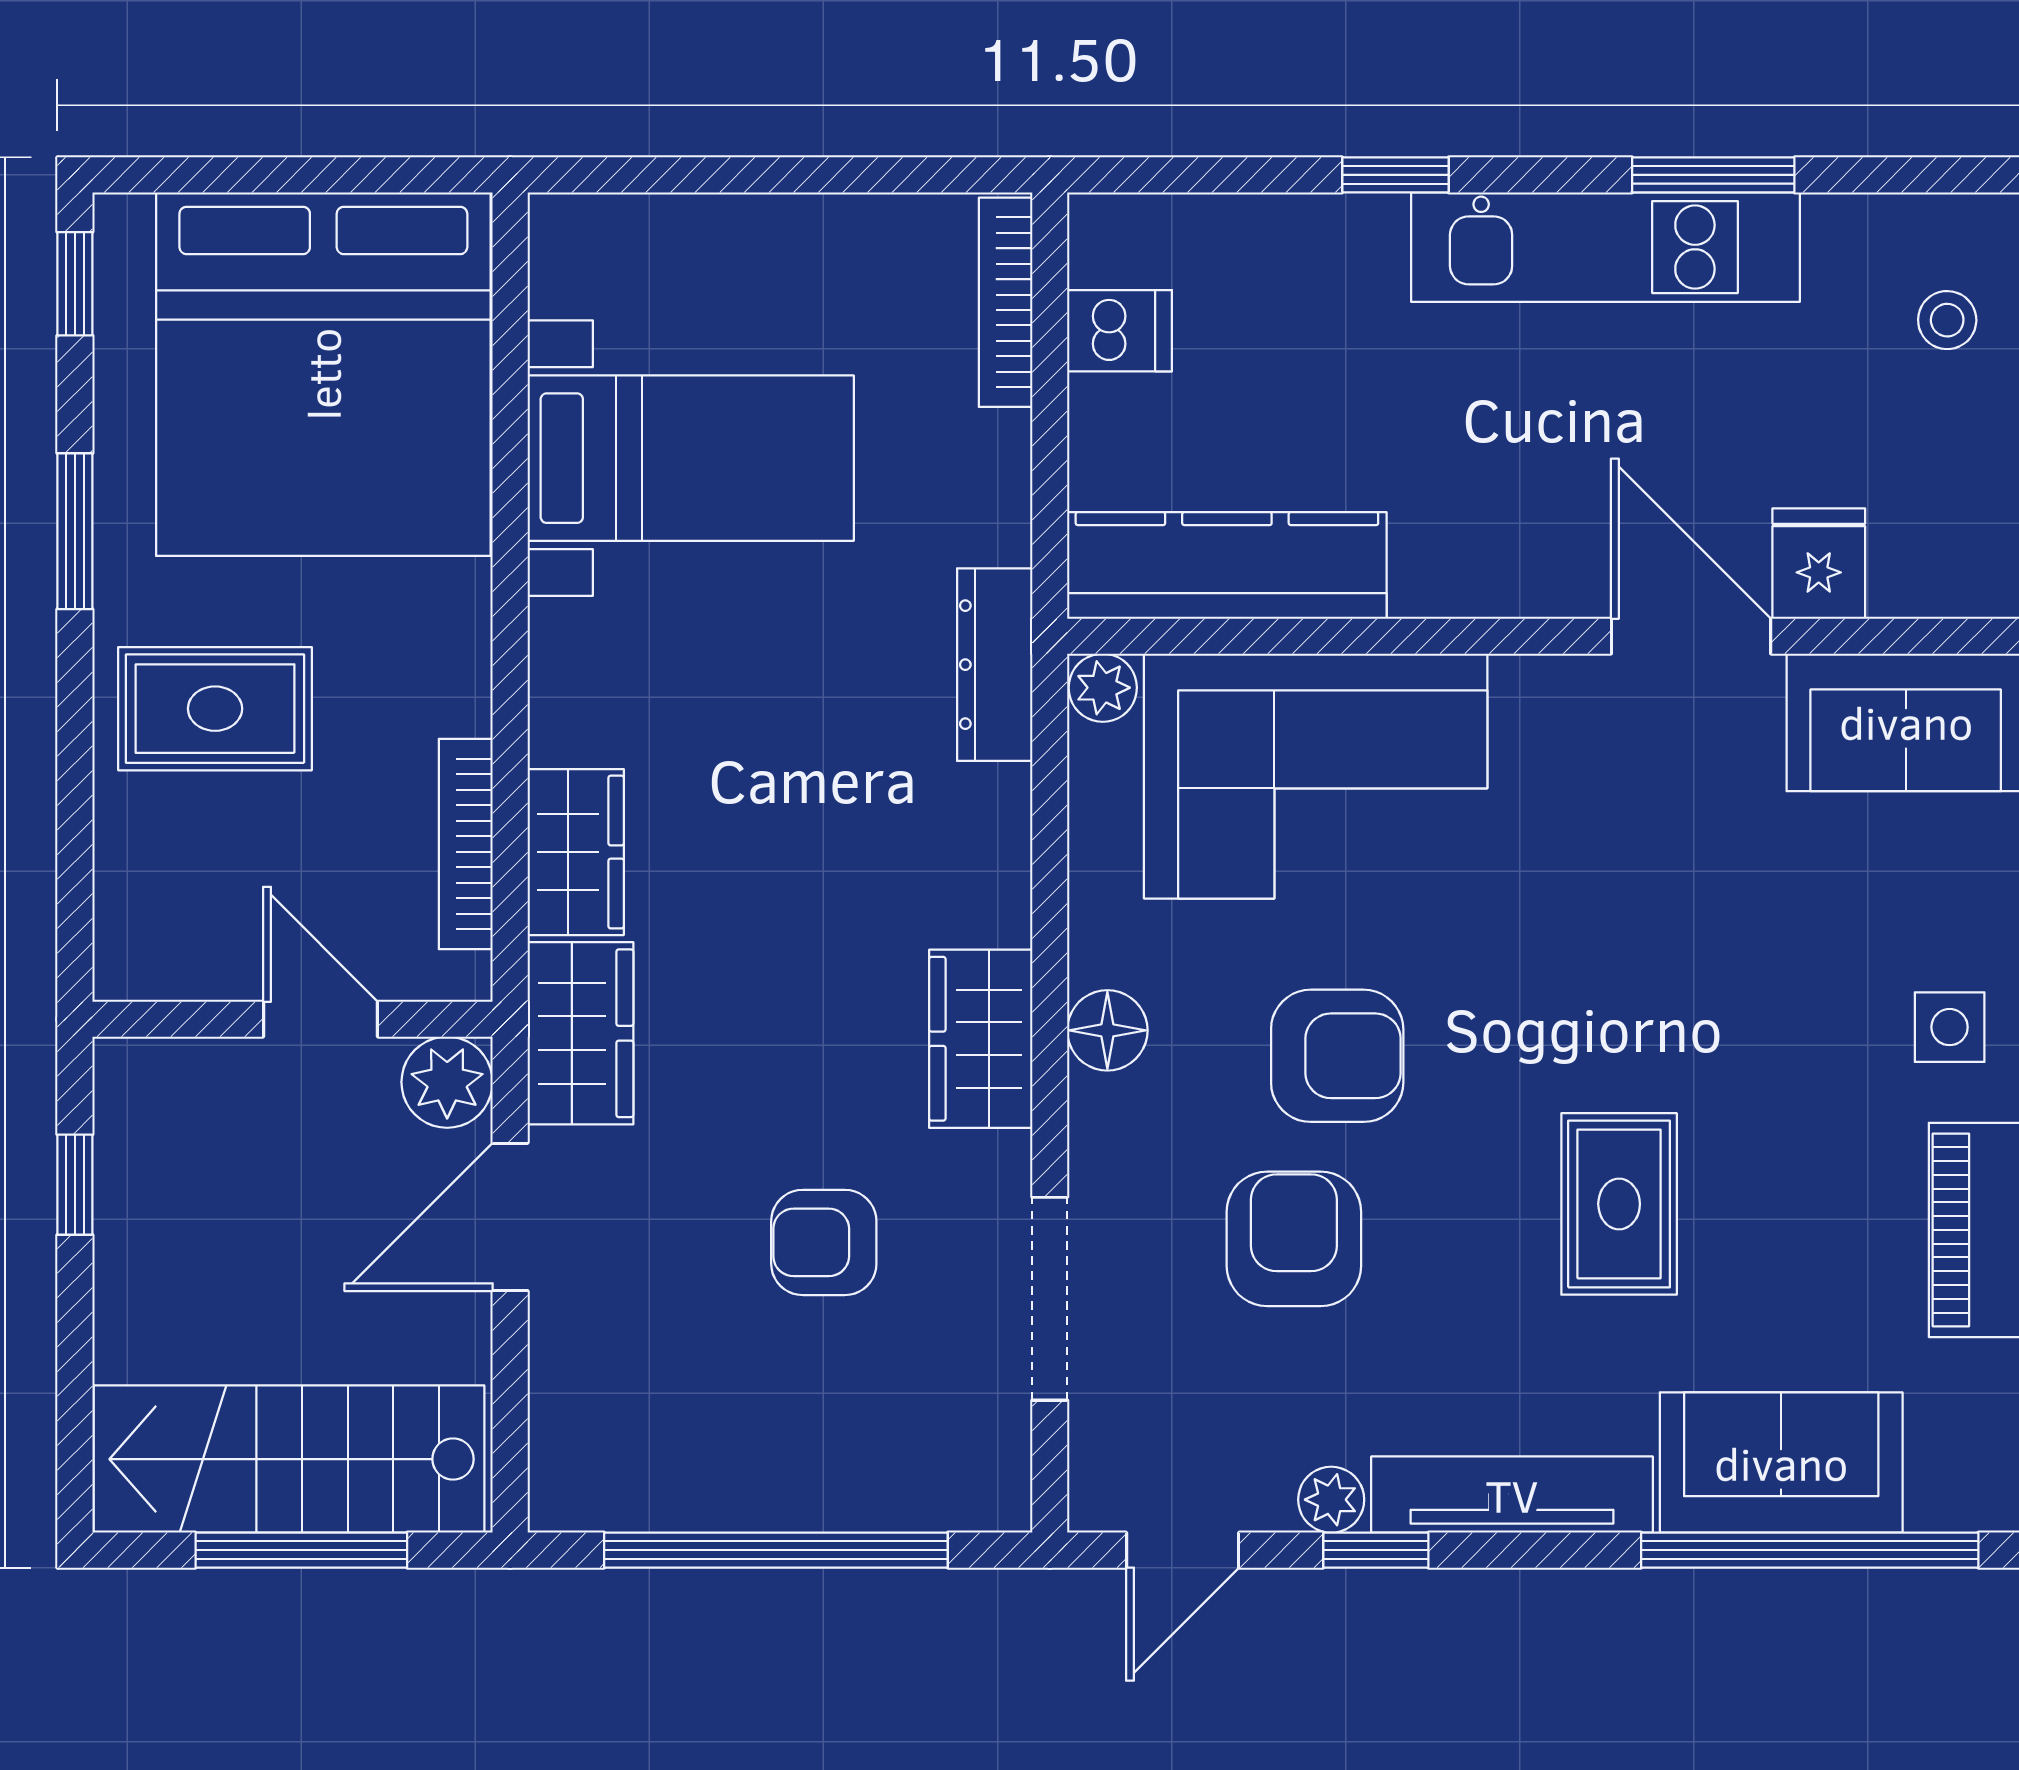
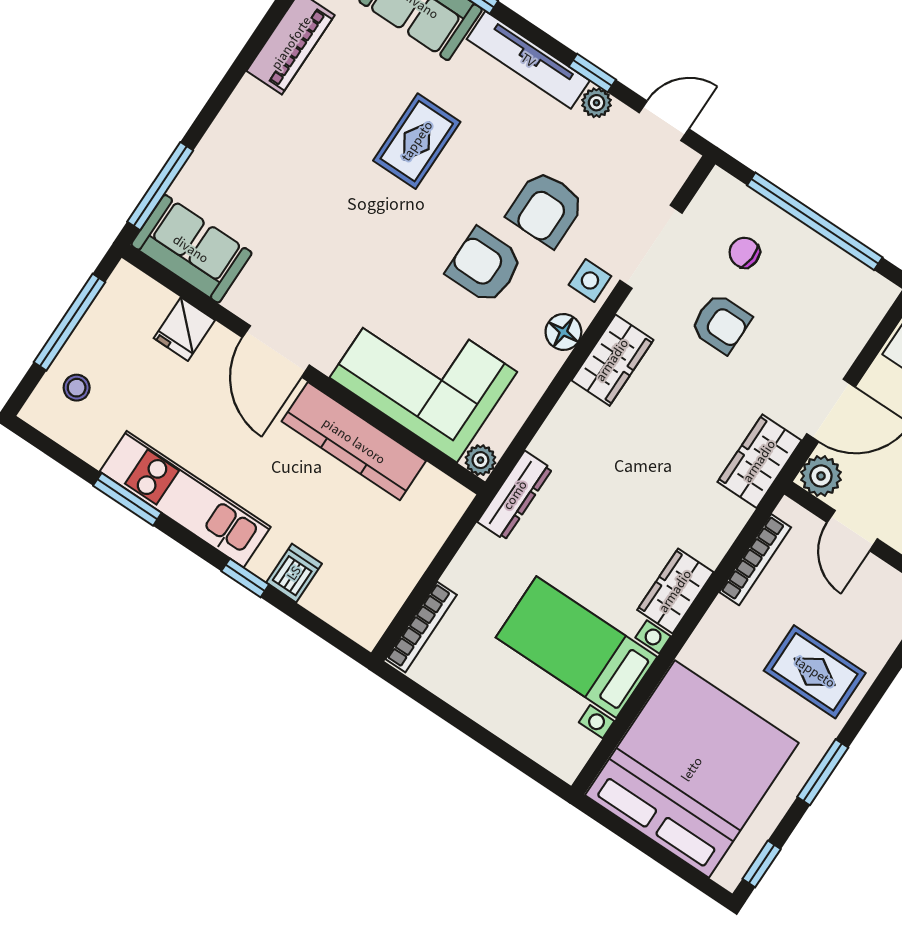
dishwasher: (1120, 331) -> (294, 573), moved, turned 90
kitchen counter: (1227, 566) -> (354, 441), moved
door: (1691, 636) -> (276, 351), moved
wardrobe: (576, 852) -> (675, 591), moved
side table: (1950, 1027) -> (590, 280), moved
chair: (868, 1404) -> (744, 253), added

